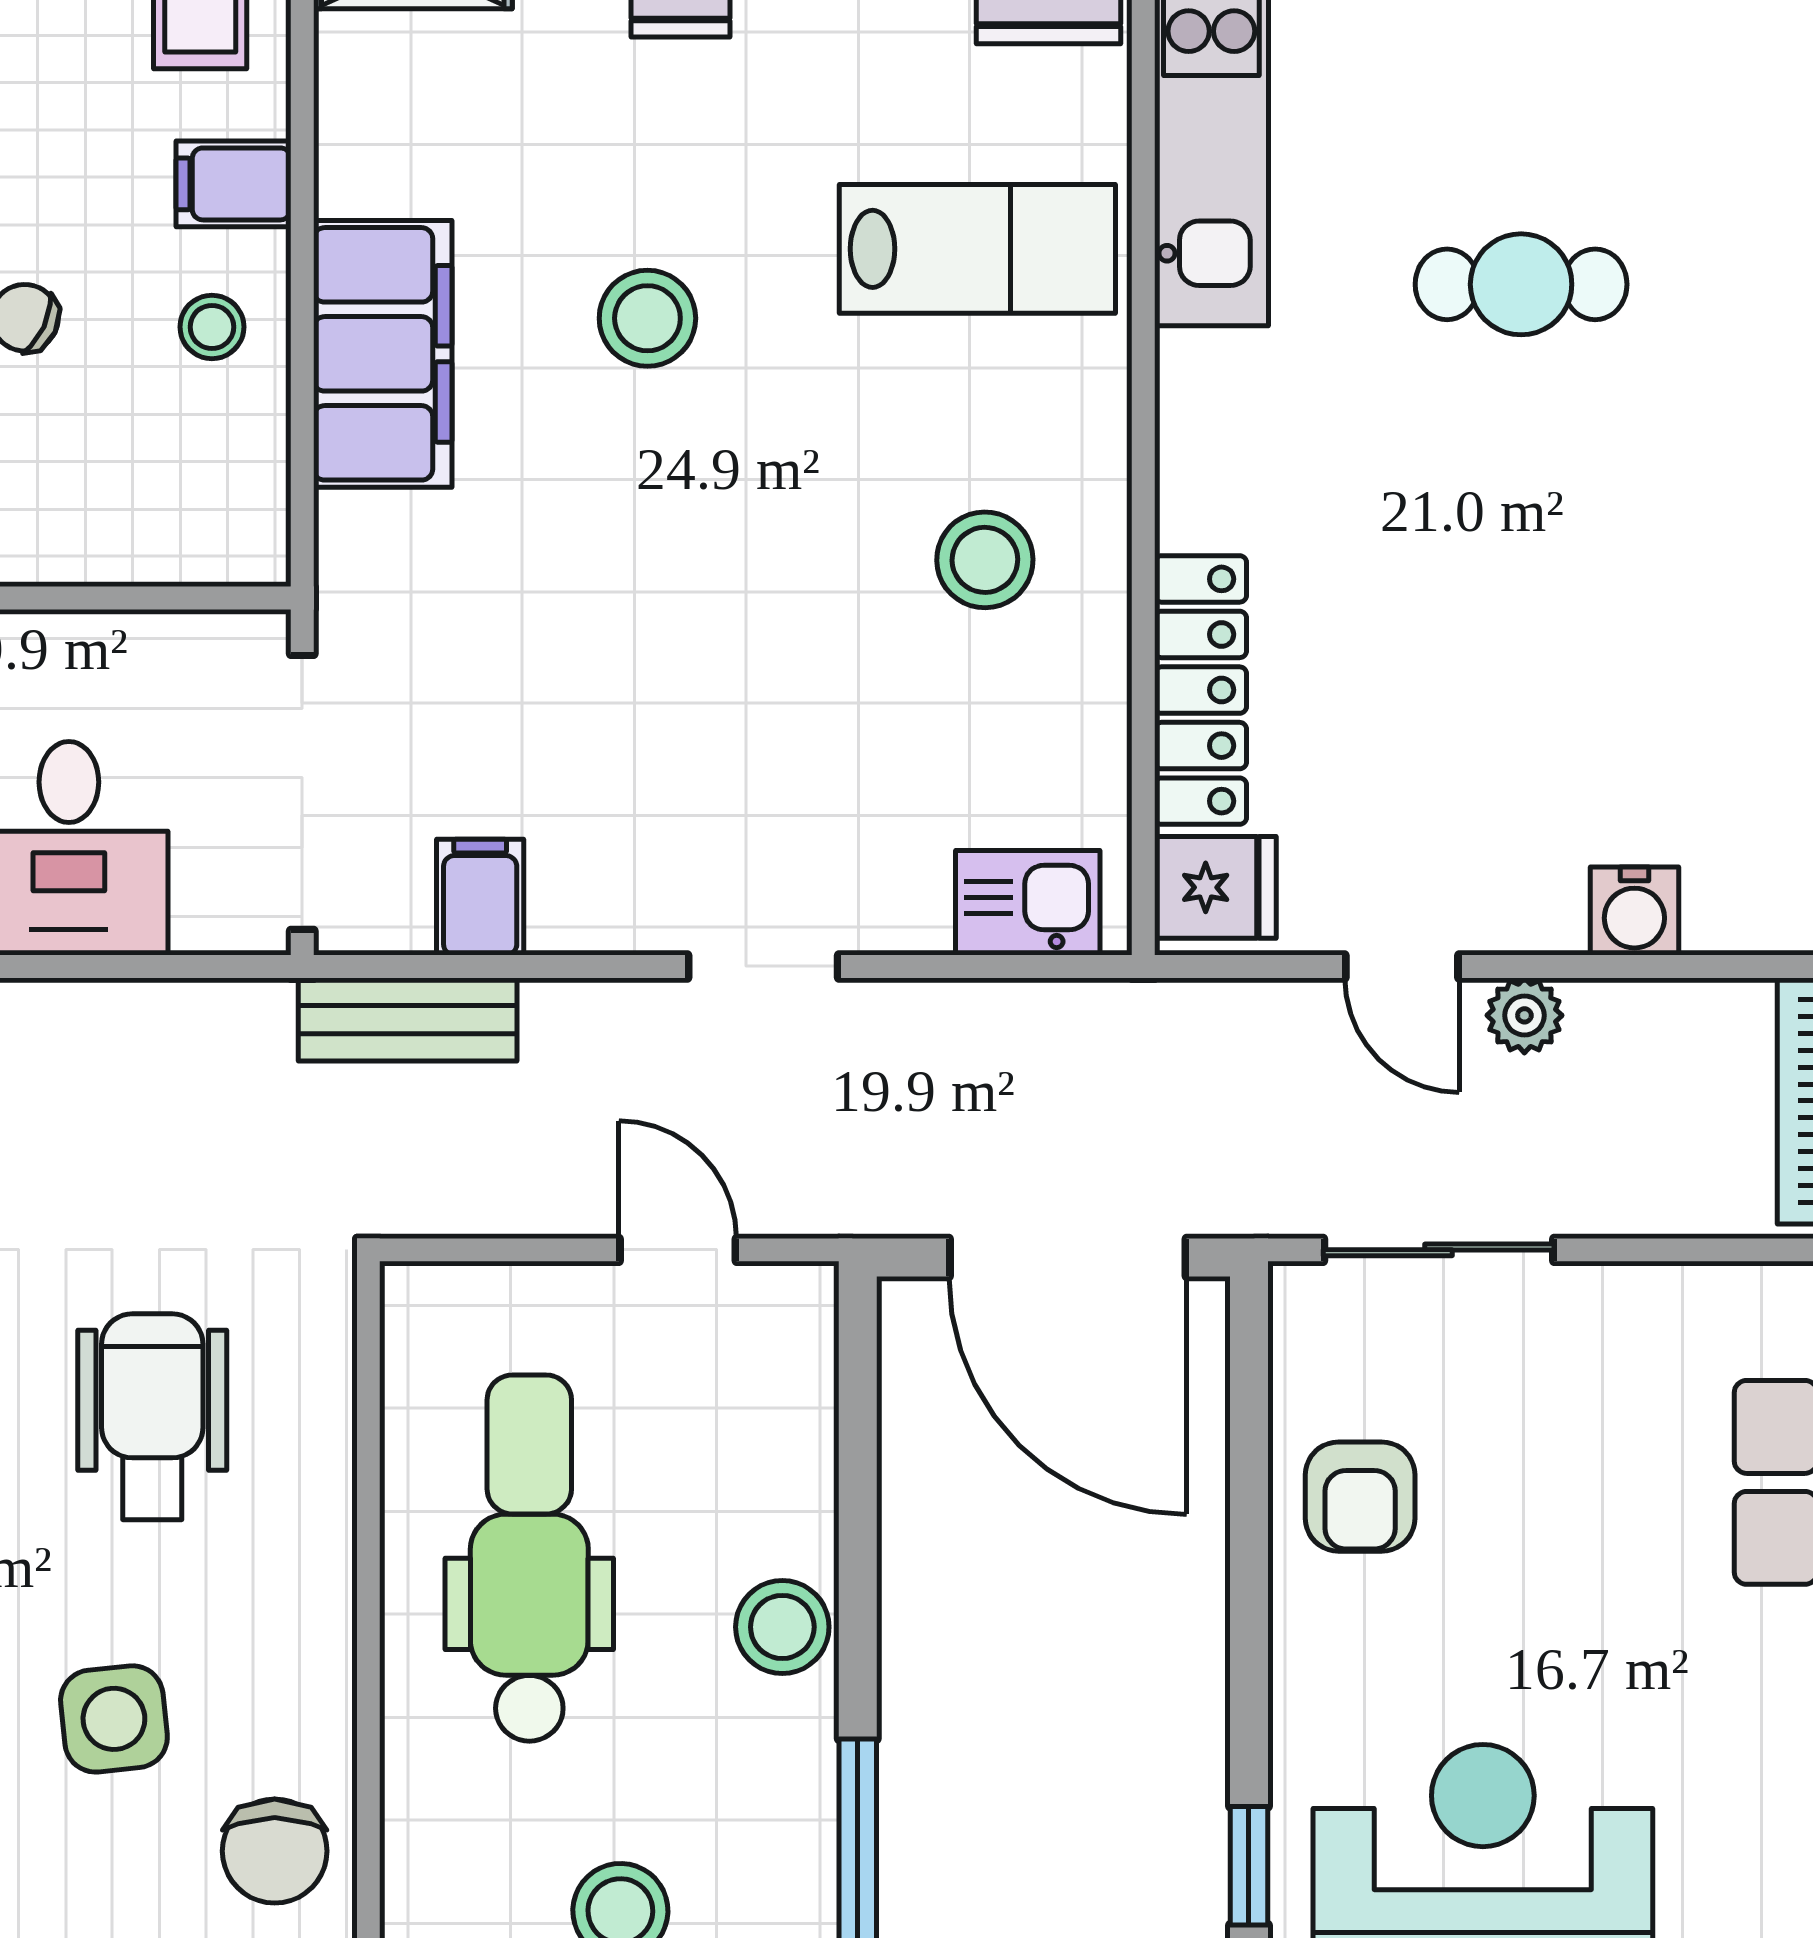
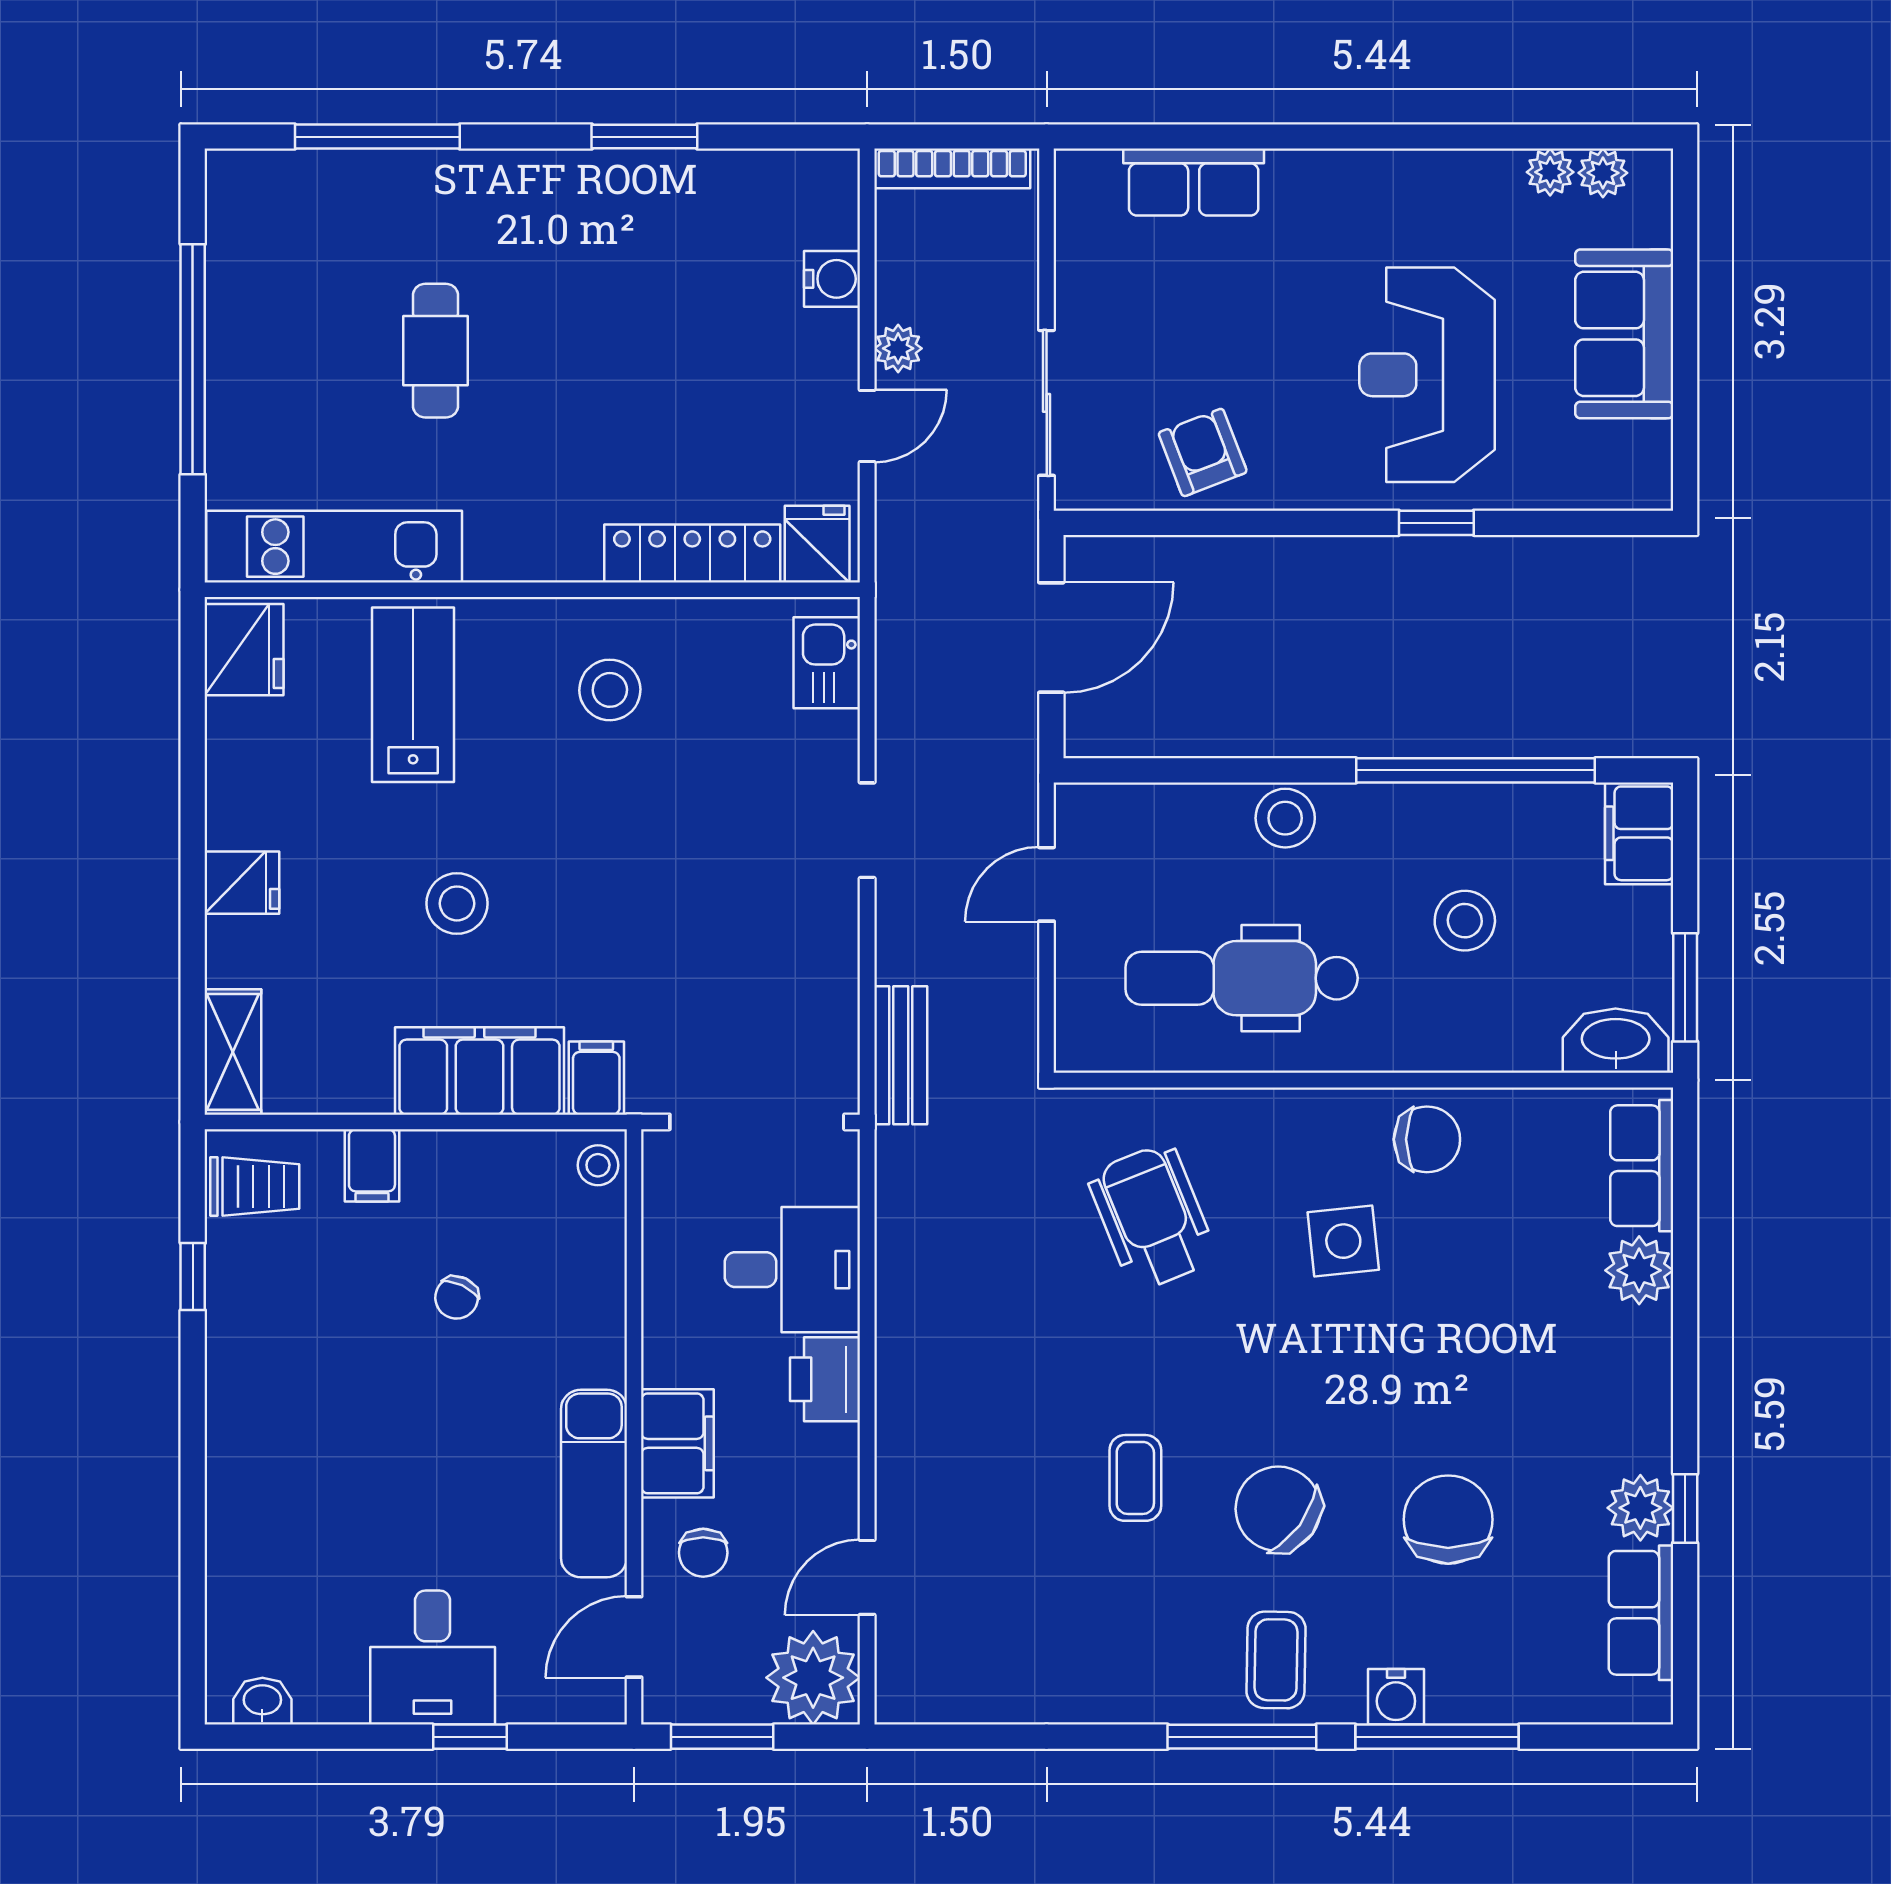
stool: (212, 327) -> (598, 1165), moved
filing cabinet: (480, 897) -> (596, 1078), moved, turned 90
door: (1068, 1257) -> (1051, 637), width x0.73
wheelchair: (152, 1417) -> (1152, 1217), turned 68
armchair: (1360, 1497) -> (1203, 452), turned -111

